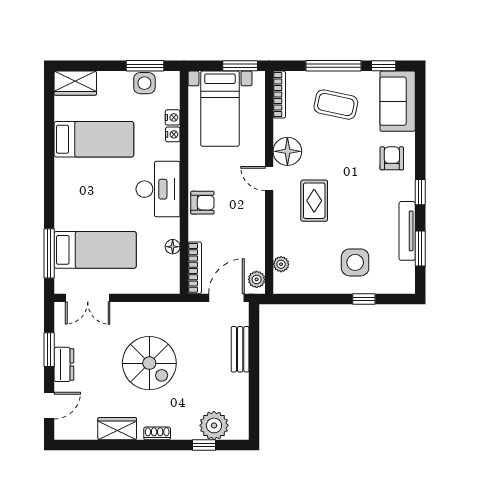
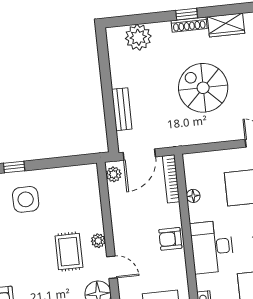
plant: (281, 264) -> (98, 241), moved
shoe rack: (157, 433) -> (189, 25), width x1.43
window: (204, 445) -> (187, 14), moved

